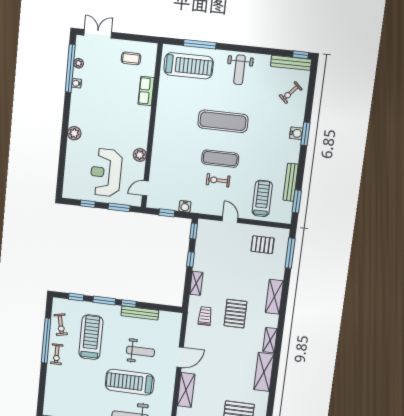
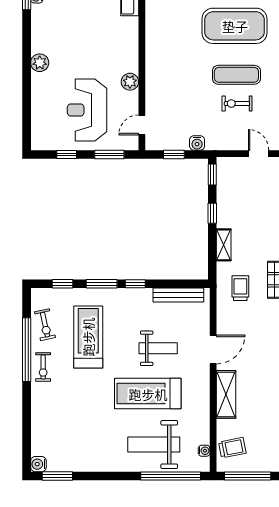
exercise mat: (223, 121) -> (235, 26), width x1.47
bench: (140, 313) -> (178, 295), moved

